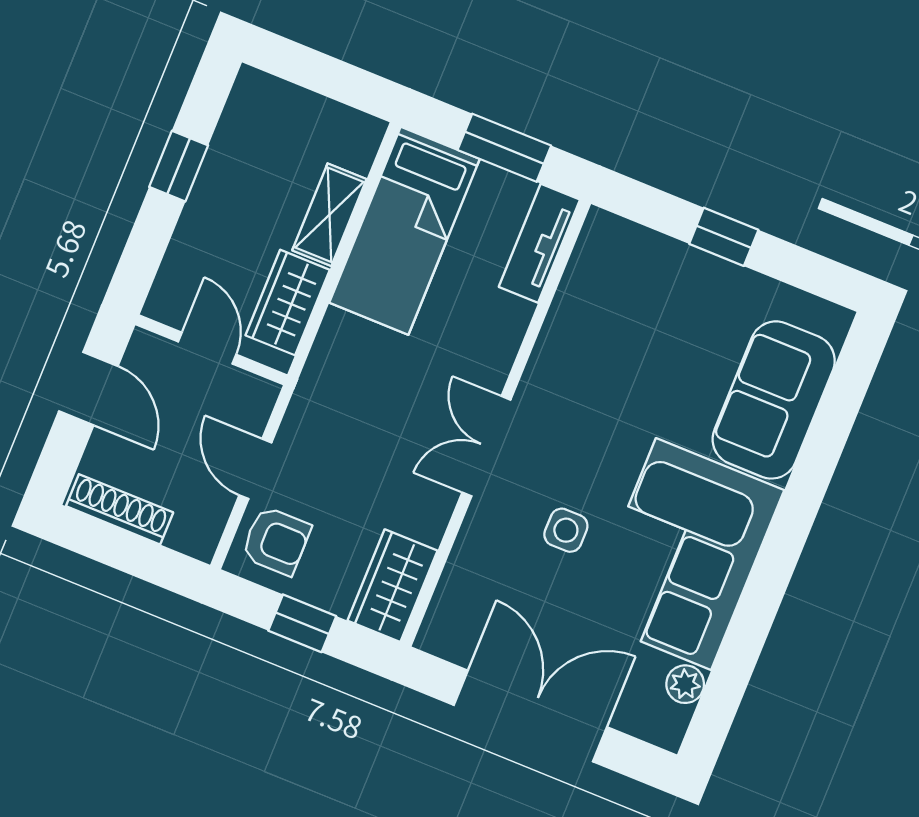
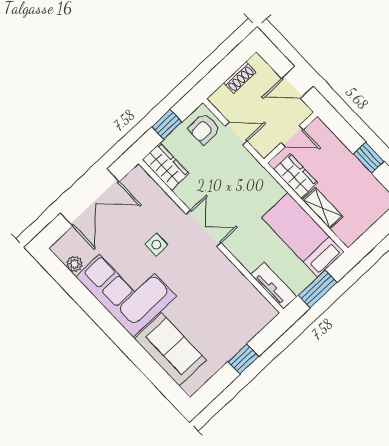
shoe rack: (120, 509) -> (240, 78), width x0.70

